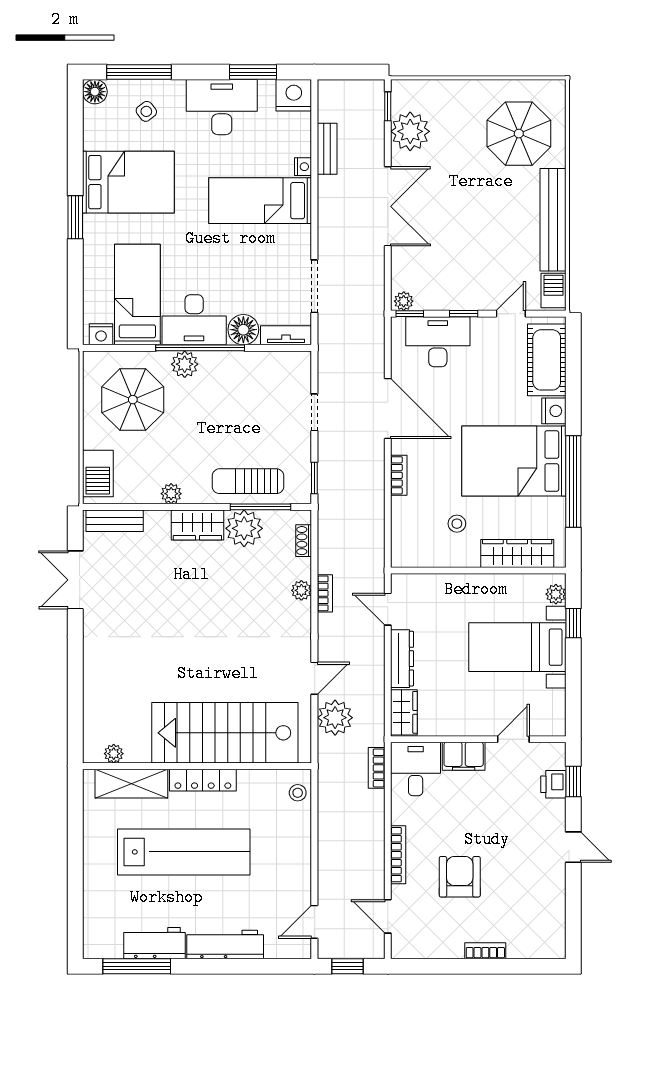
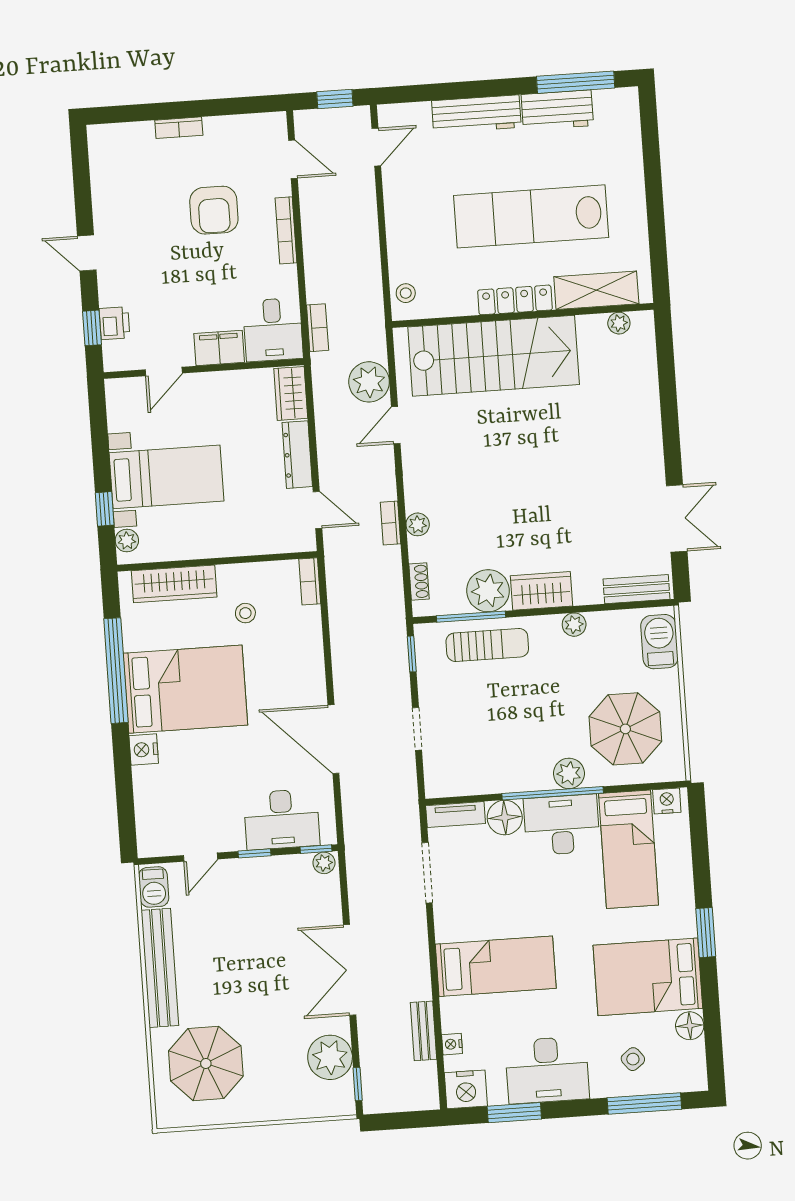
floor lamp: (95, 92) -> (690, 1026), moved
nightstand: (303, 167) -> (452, 1044), moved
cot: (547, 360) -> (156, 807), removed
bookcase: (399, 475) -> (310, 581), moved

